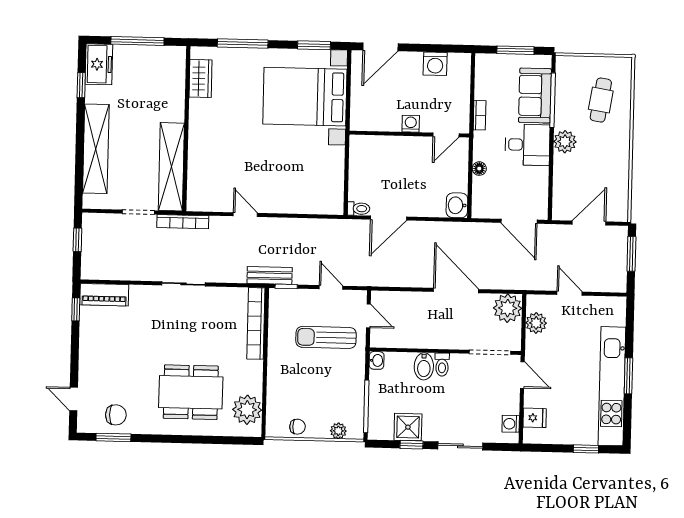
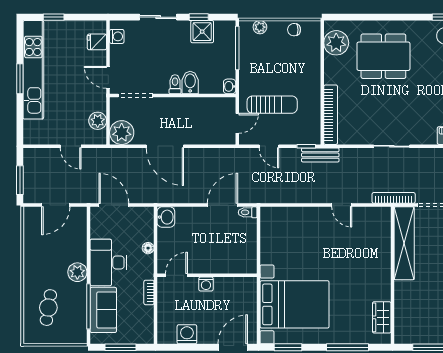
desk: (527, 145) -> (108, 263), width x1.37
door: (368, 316) -> (237, 123), swing flipped

